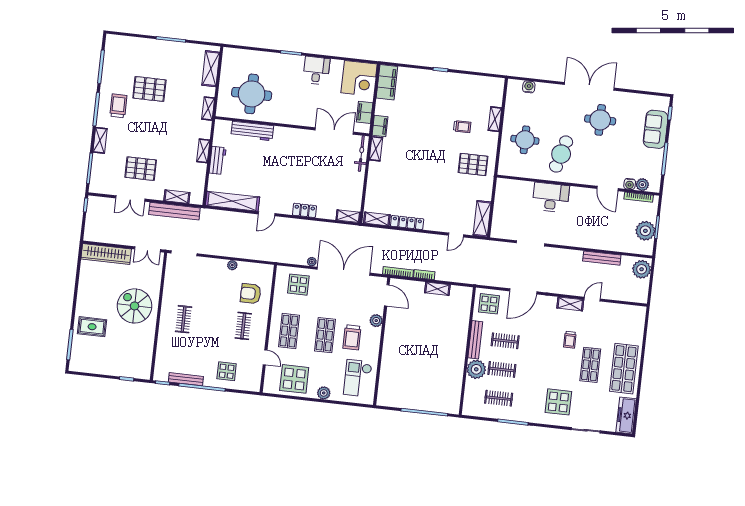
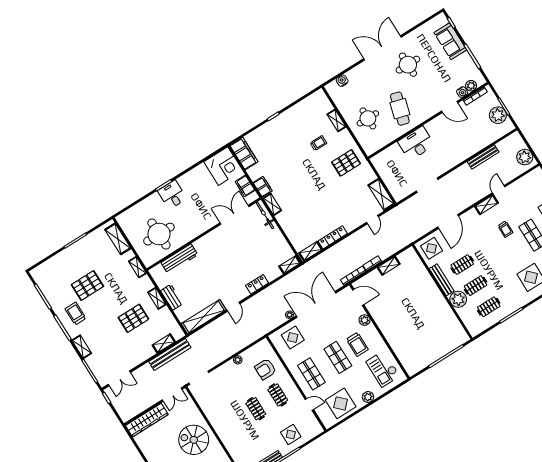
desk: (316, 71) -> (172, 195), moved
pallet: (141, 169) -> (133, 318), moved
double door: (130, 198) -> (119, 378), moved
plant: (642, 269) -> (525, 157), moved
clothes rail: (184, 319) -> (256, 409), moved

